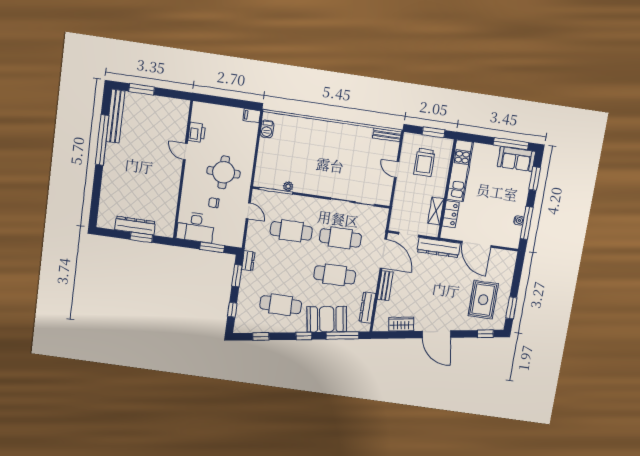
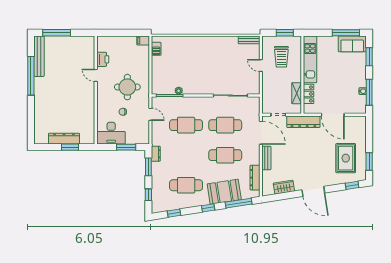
window: (142, 89) -> (57, 33), width x1.44

